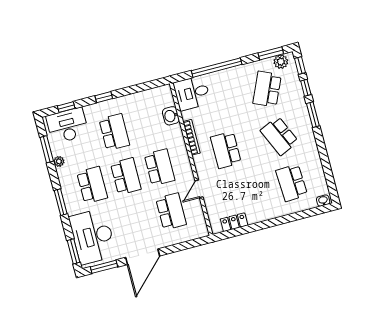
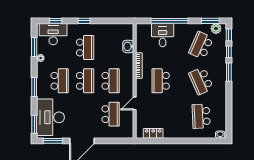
desk: (192, 93) -> (163, 35), moved, turned 90

